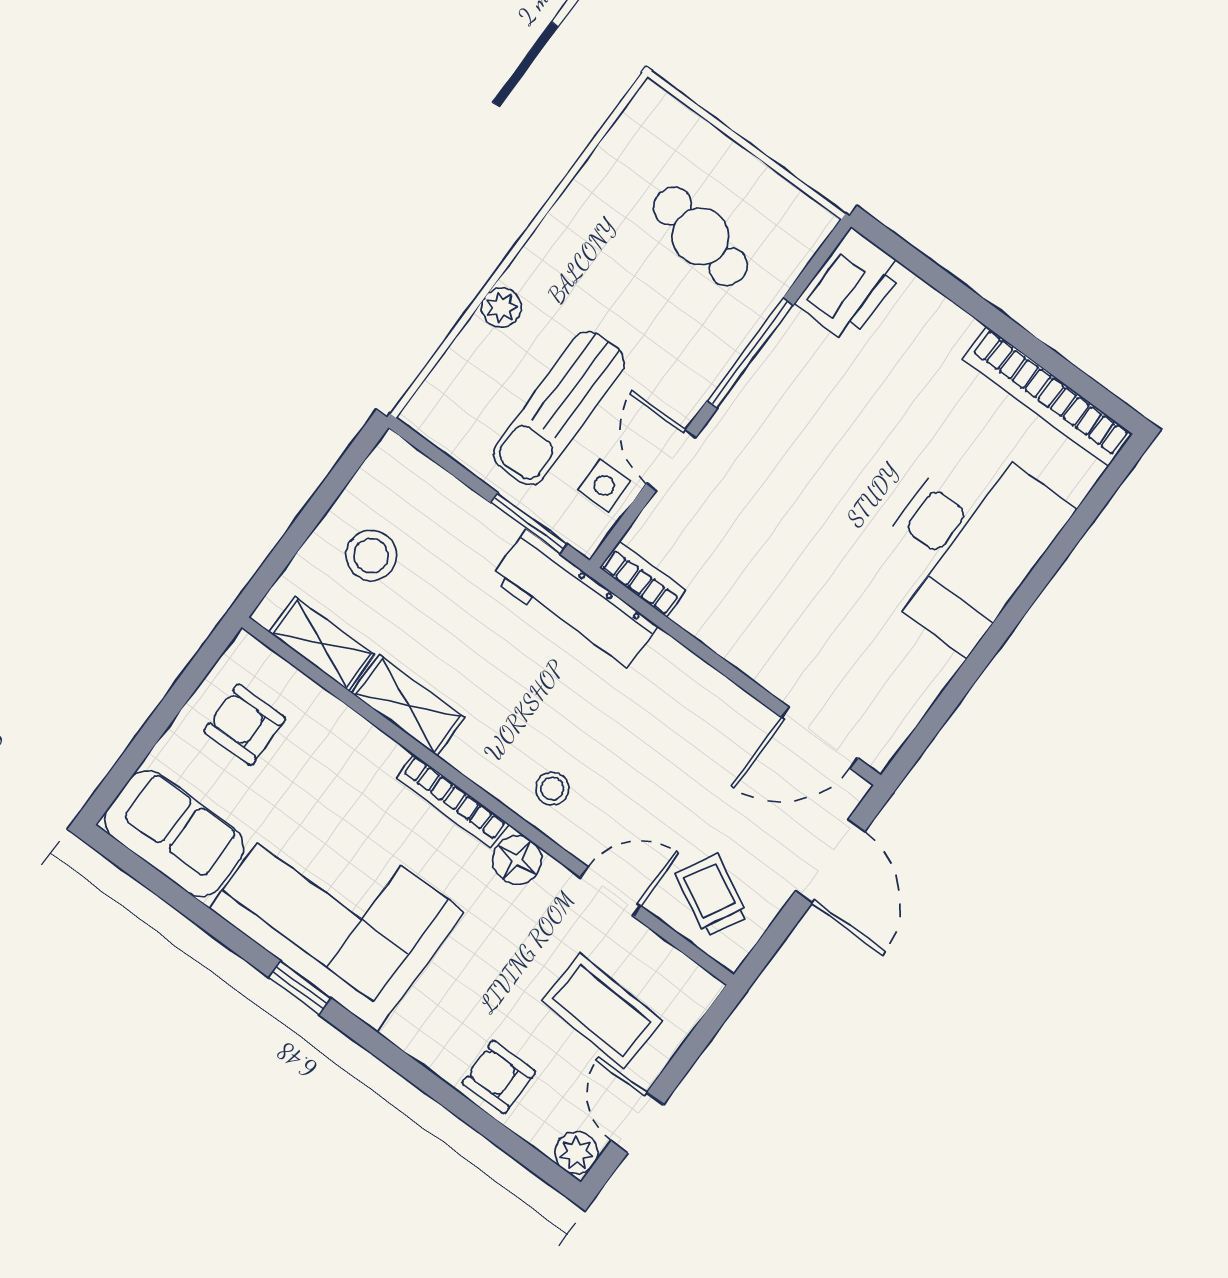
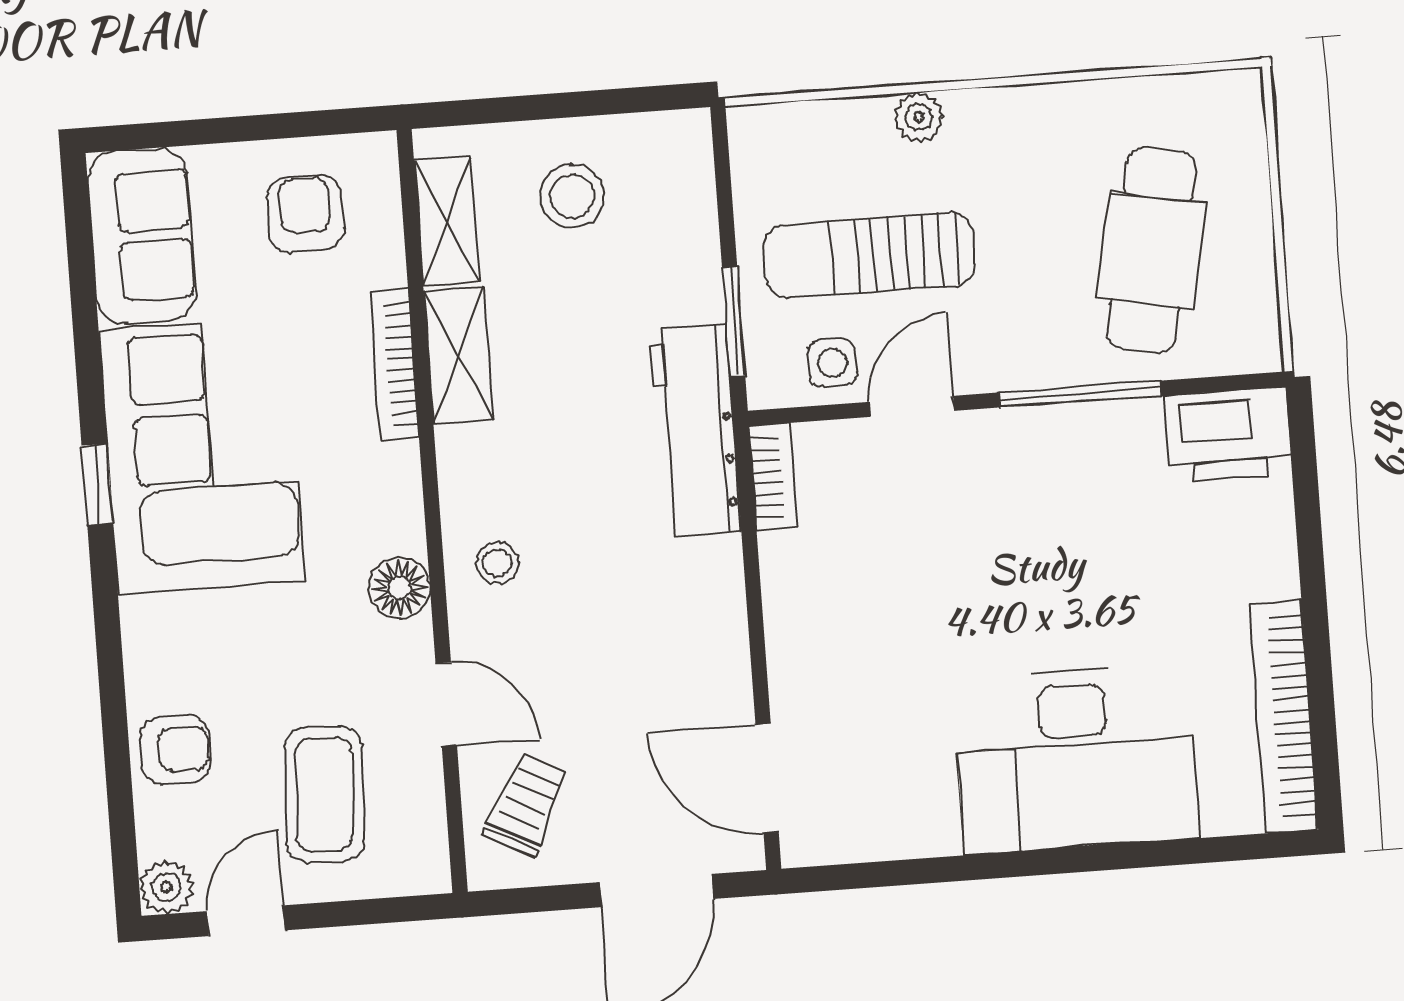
cafe table: (700, 237) -> (1151, 250), width x1.37, depth x1.35
bookcase: (452, 801) -> (395, 365), moved
armchair: (499, 1077) -> (175, 750), turned 90

